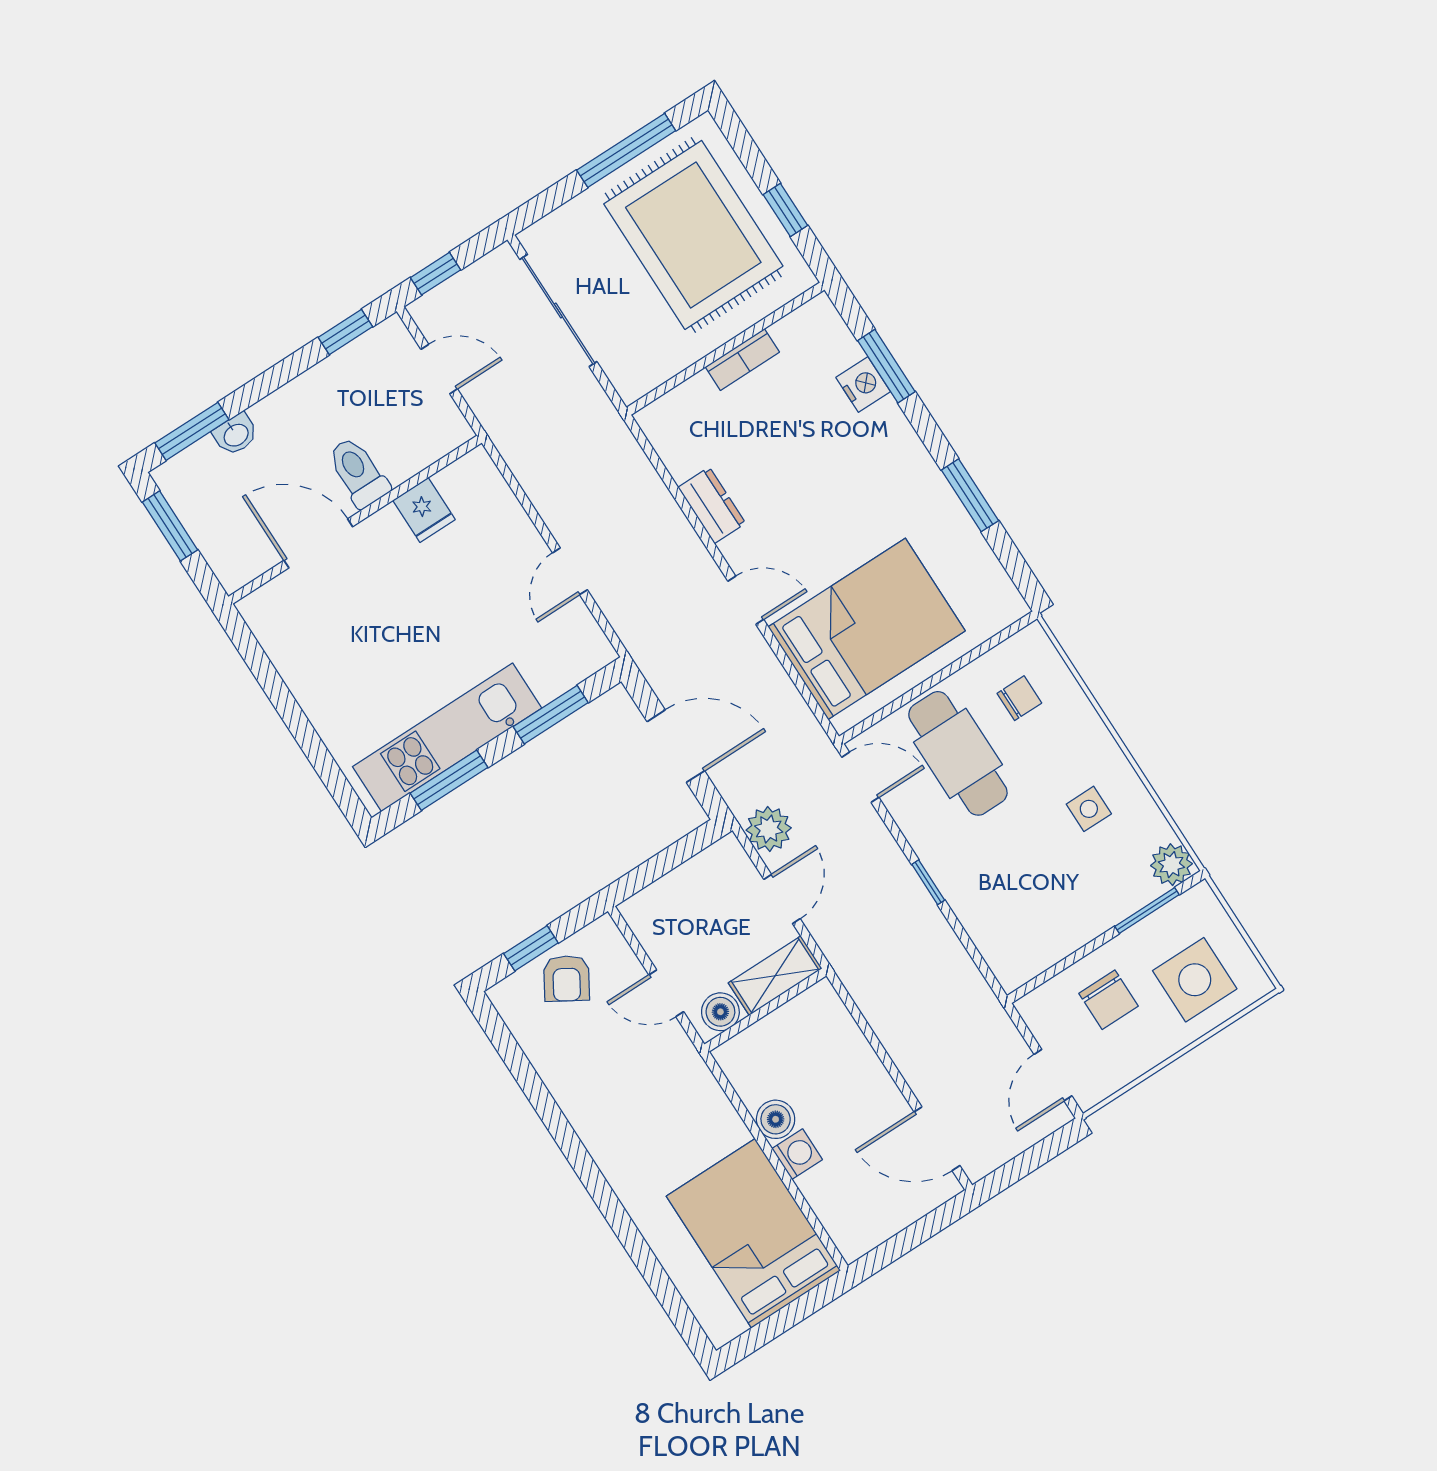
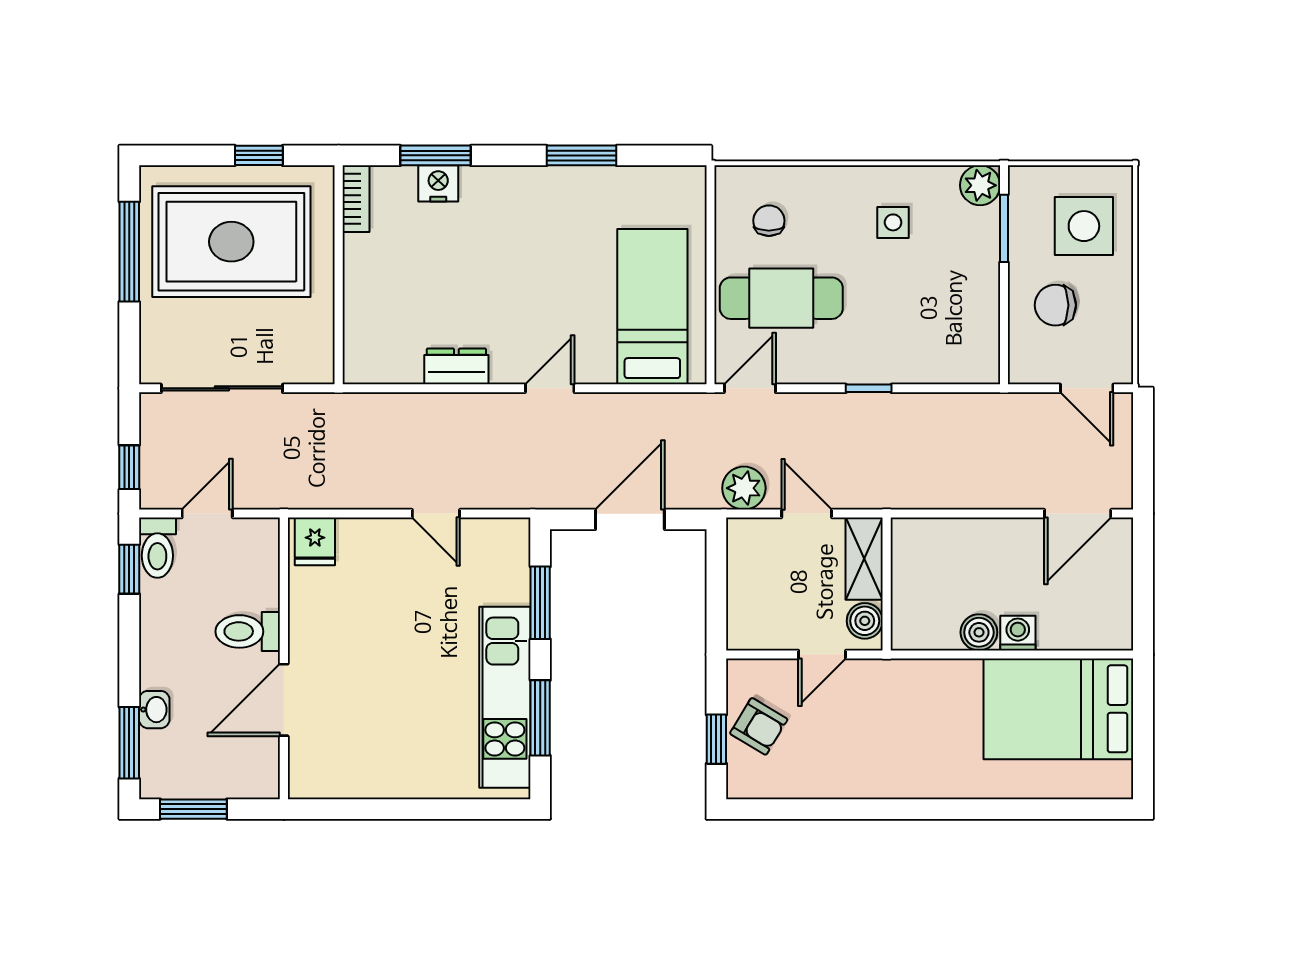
toilet: (380, 345) -> (157, 548), added
bookcase: (742, 360) -> (356, 199), moved
fridge: (424, 510) -> (315, 541), moved, turned 90
bed: (867, 629) -> (652, 307), width x0.67
chair: (1109, 1000) -> (1055, 305), turned 180

